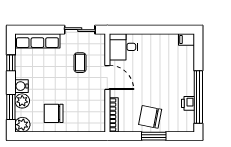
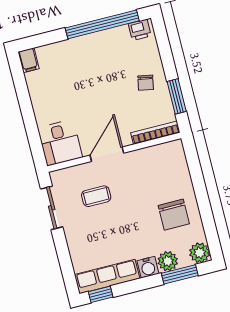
row of seats: (37, 41) -> (107, 276), moved, turned -90
window: (11, 63) -> (101, 294), moved
printer: (188, 103) -> (140, 30), moved
chair: (150, 117) -> (146, 83), width x0.54, depth x0.54
window: (154, 136) -> (177, 96), moved

